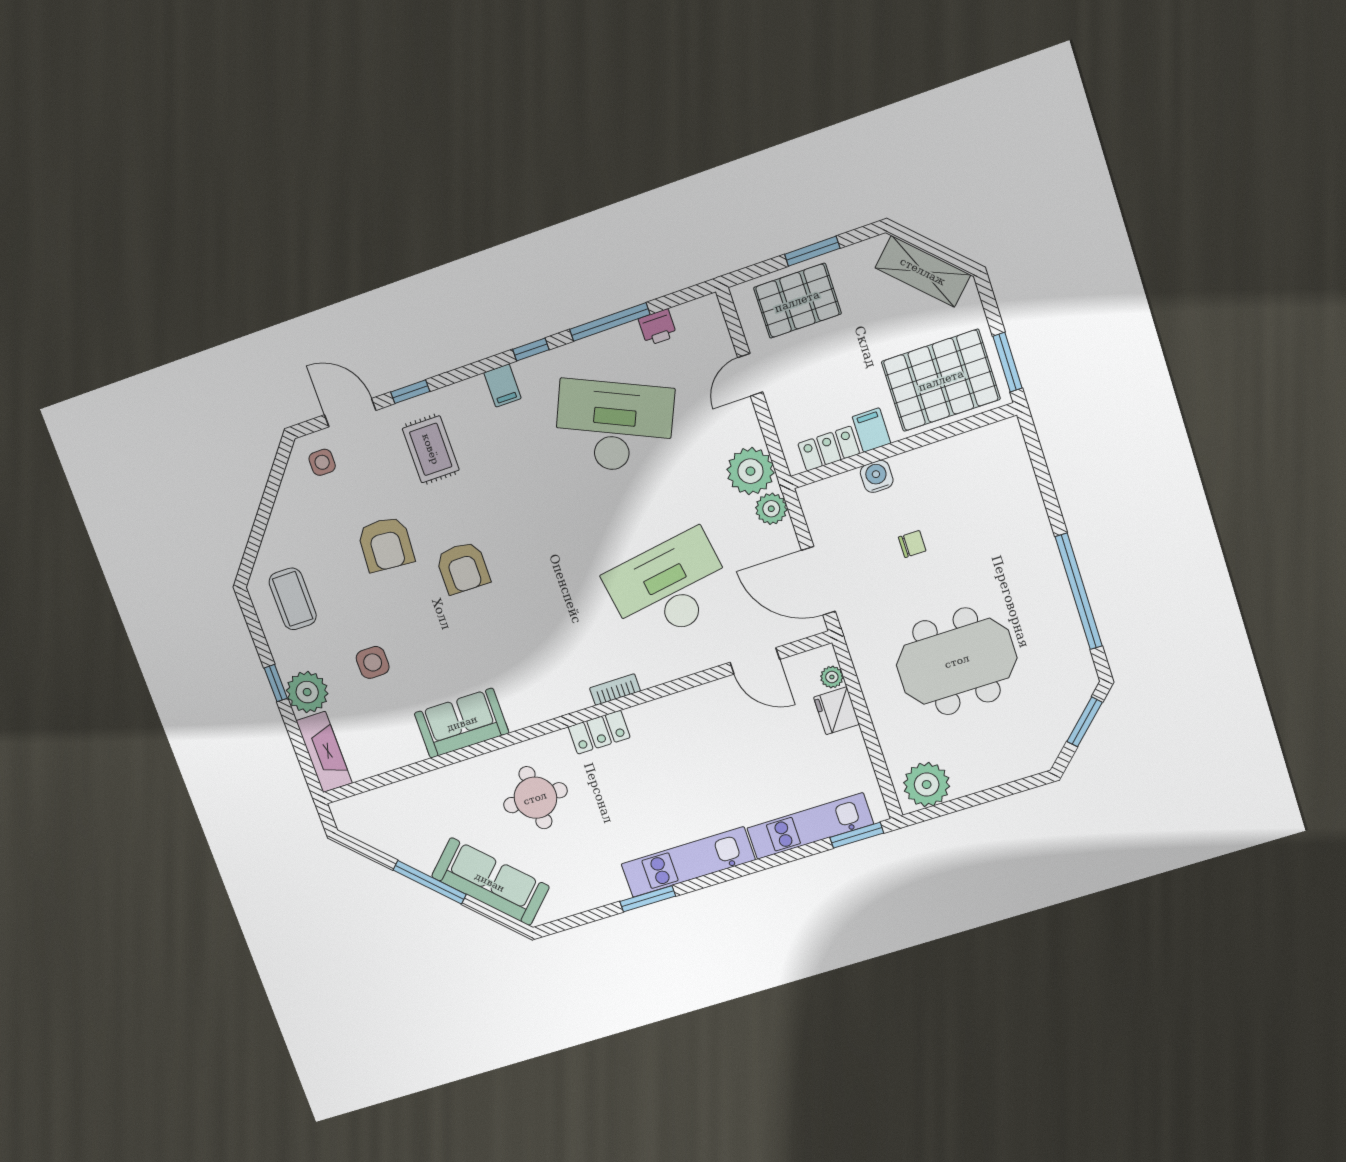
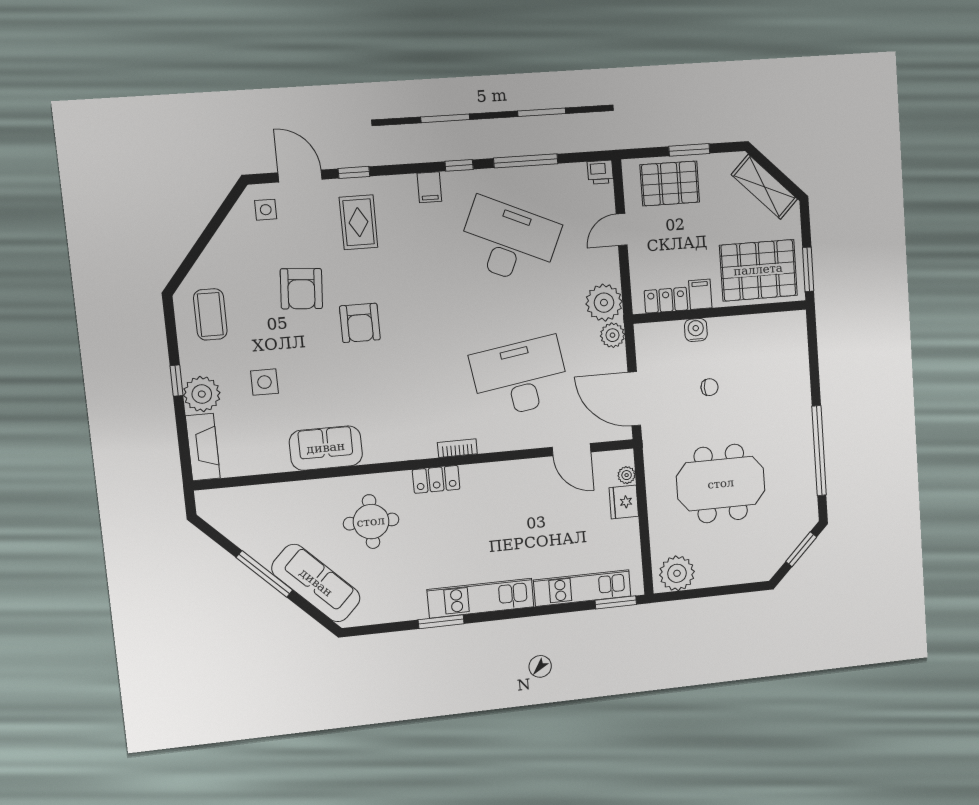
printer: (658, 327) -> (600, 172), moved

